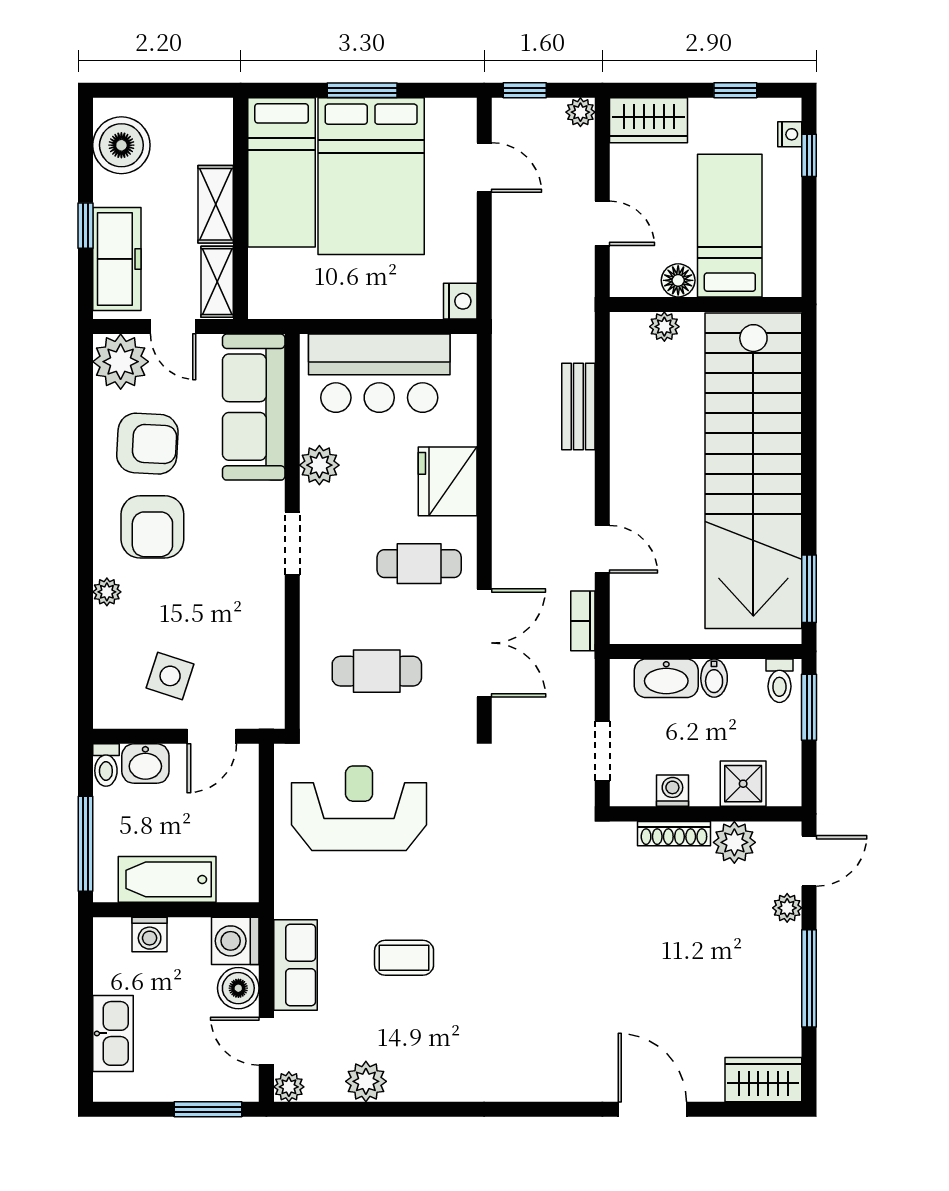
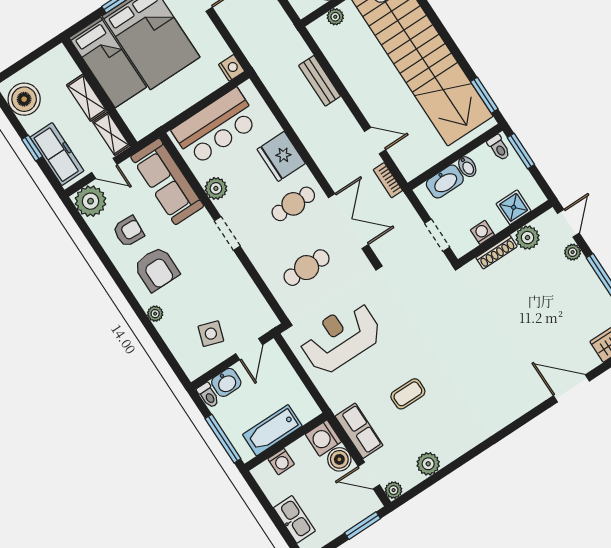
armchair: (147, 444) -> (128, 231), width x0.72, depth x0.72

